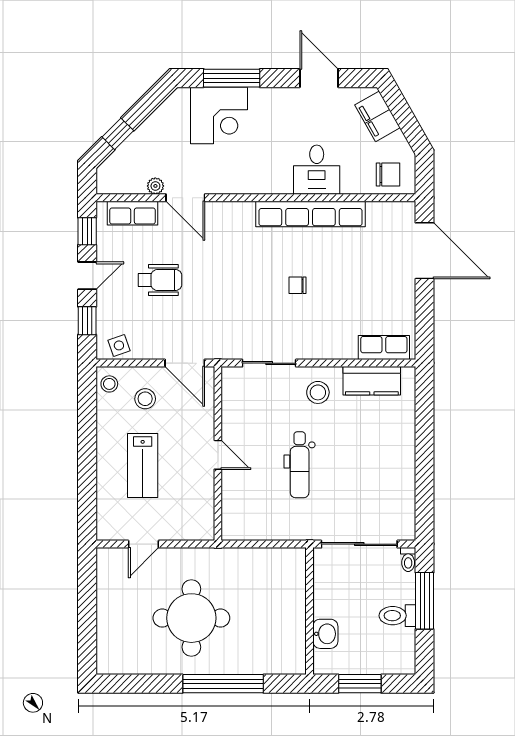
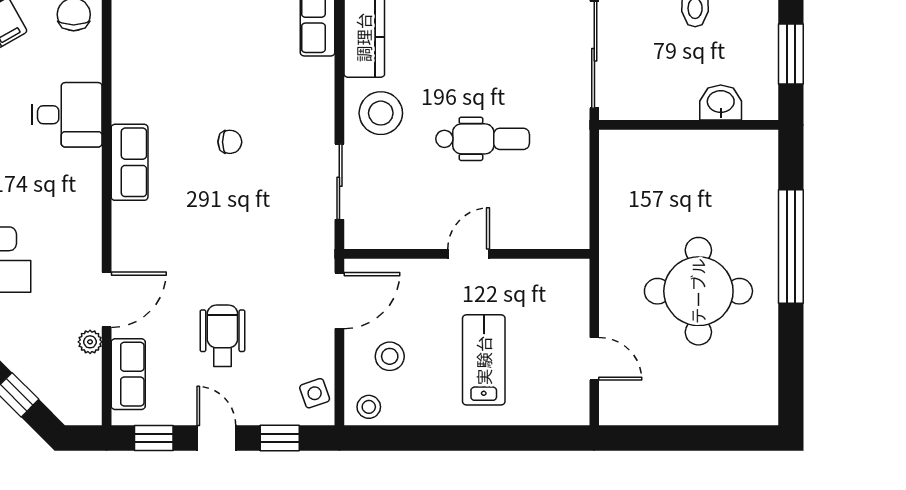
row of seats: (310, 214) -> (130, 162), width x0.50
chair: (297, 285) -> (230, 142), turned -90
stool: (318, 392) -> (381, 113), width x1.38, depth x1.38
lab bench: (143, 466) -> (484, 360), turned -90

